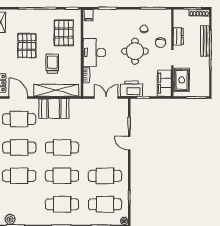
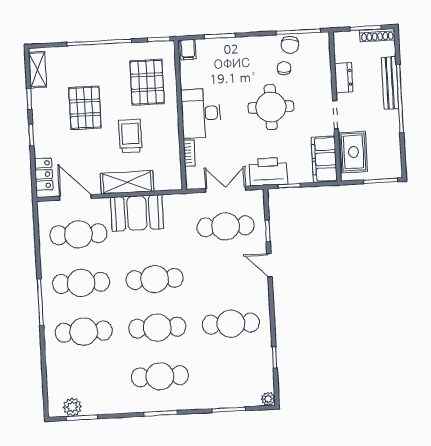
chair: (160, 43) -> (290, 45), moved
shelving: (56, 90) -> (127, 182), width x0.68
cafe table: (105, 204) -> (226, 226), moved

